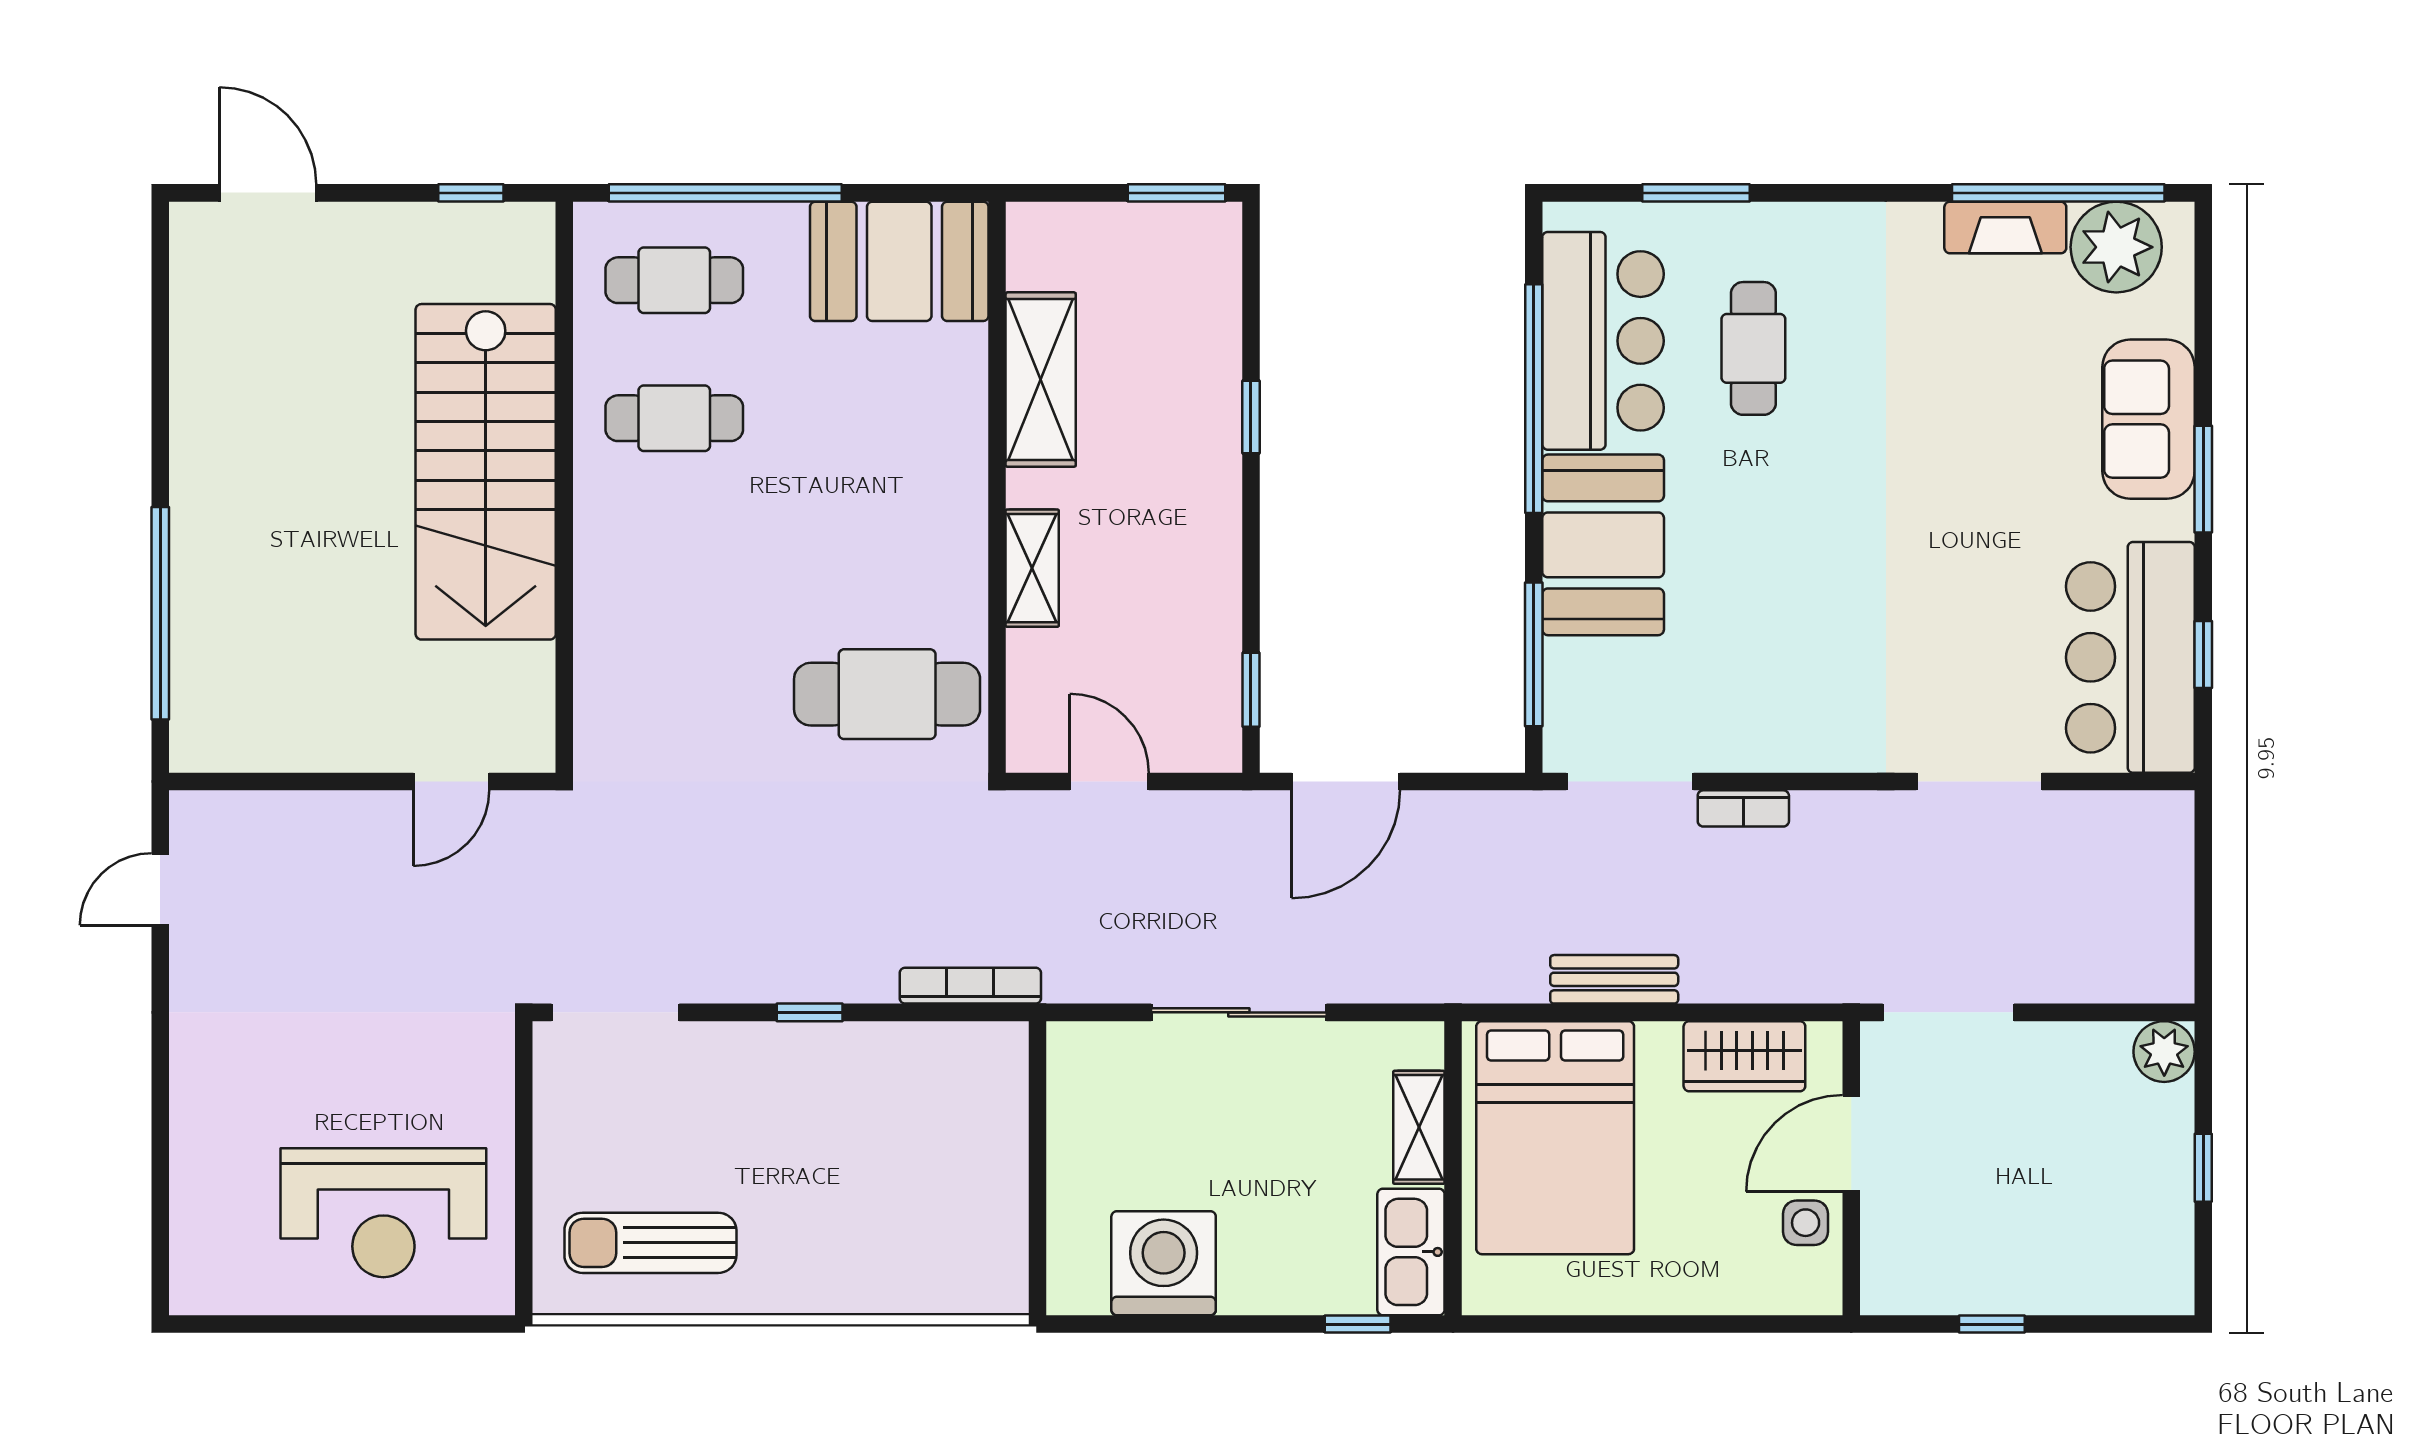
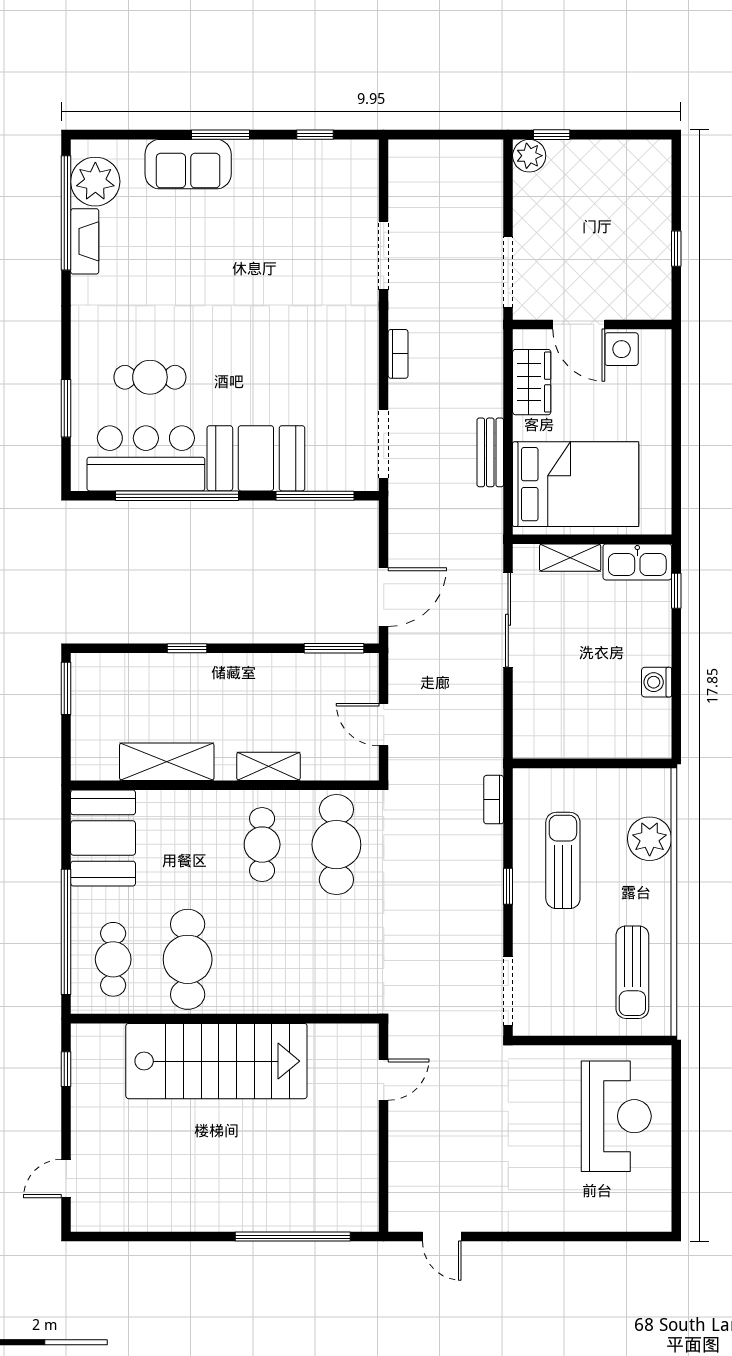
door: (268, 193) -> (66, 1179), width x0.73
cafe table: (674, 418) -> (188, 959), width x1.37, depth x1.35
cafe table: (887, 556) -> (262, 845), added
bar counter: (2130, 657) -> (317, 174), removed
window: (1251, 690) -> (334, 648), width x1.50
door: (451, 782) -> (384, 1080), hinge flipped
door: (1109, 782) -> (384, 725), hinge flipped
door: (1346, 782) -> (384, 597), hinge flipped
bookcase: (1743, 808) -> (398, 354), moved
bookcase: (970, 986) -> (494, 800), width x0.64
sliding door: (1239, 1012) -> (508, 620), moved
sun lounger: (858, 1114) -> (563, 860), added
window: (2203, 1168) -> (552, 135), moved
side table: (1806, 1223) -> (622, 349), width x1.37, depth x1.37
washing machine: (1164, 1263) -> (657, 682), width x0.53, depth x0.53
plant: (898, 1275) -> (650, 839), added

